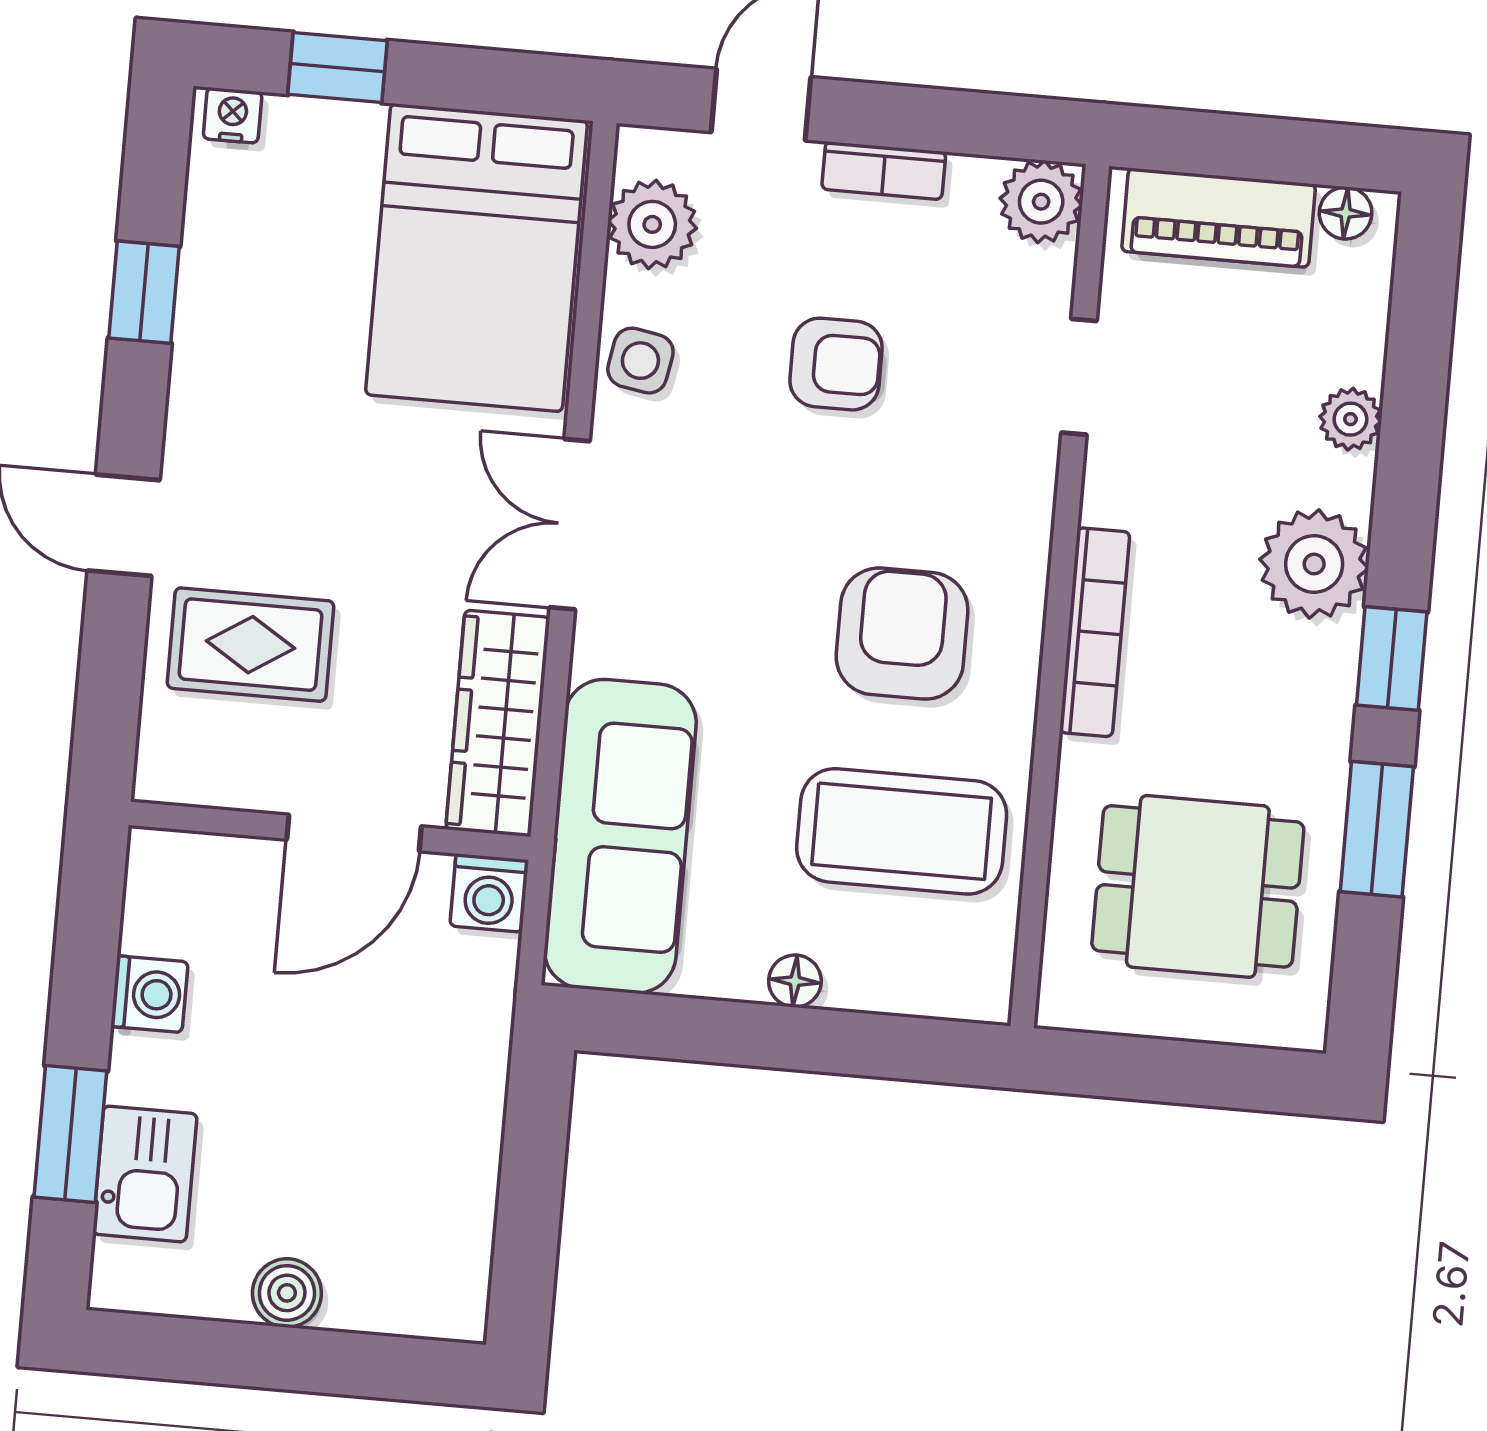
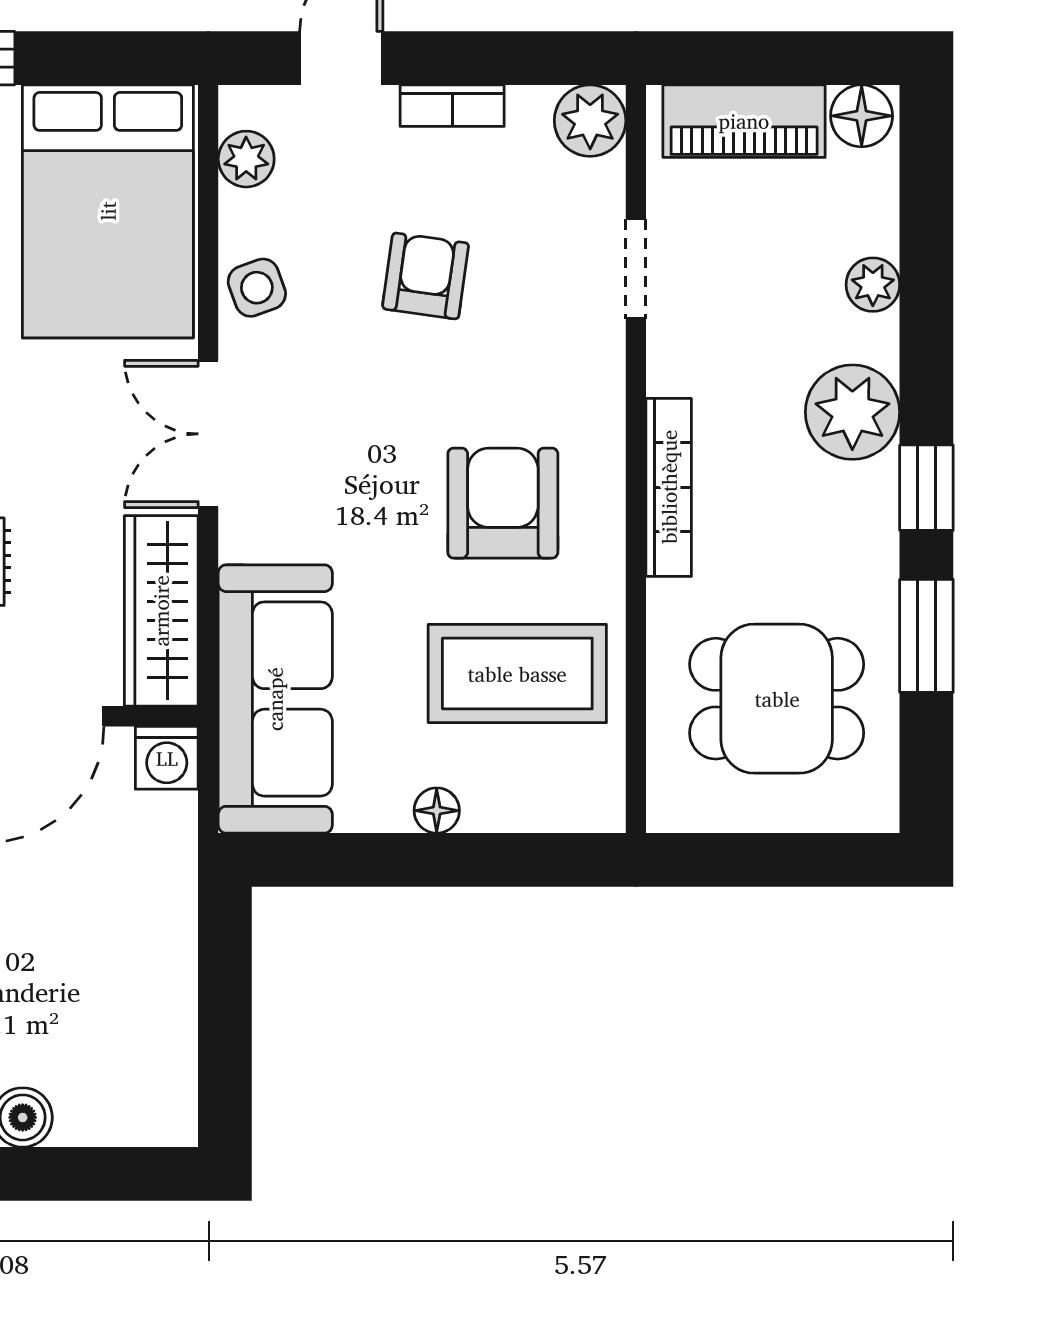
floor lamp: (1346, 213) -> (862, 116), width x1.37, depth x1.37
plant: (652, 224) -> (246, 159), width x0.73, depth x0.73
side table: (640, 361) -> (257, 288), turned -30
armchair: (836, 364) -> (426, 276), turned -82

